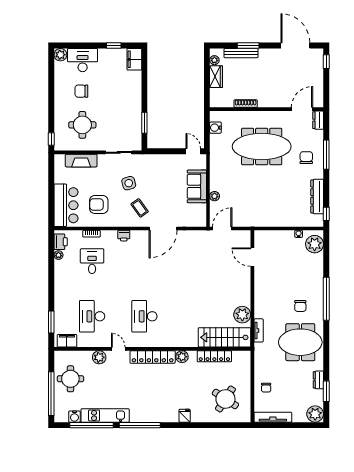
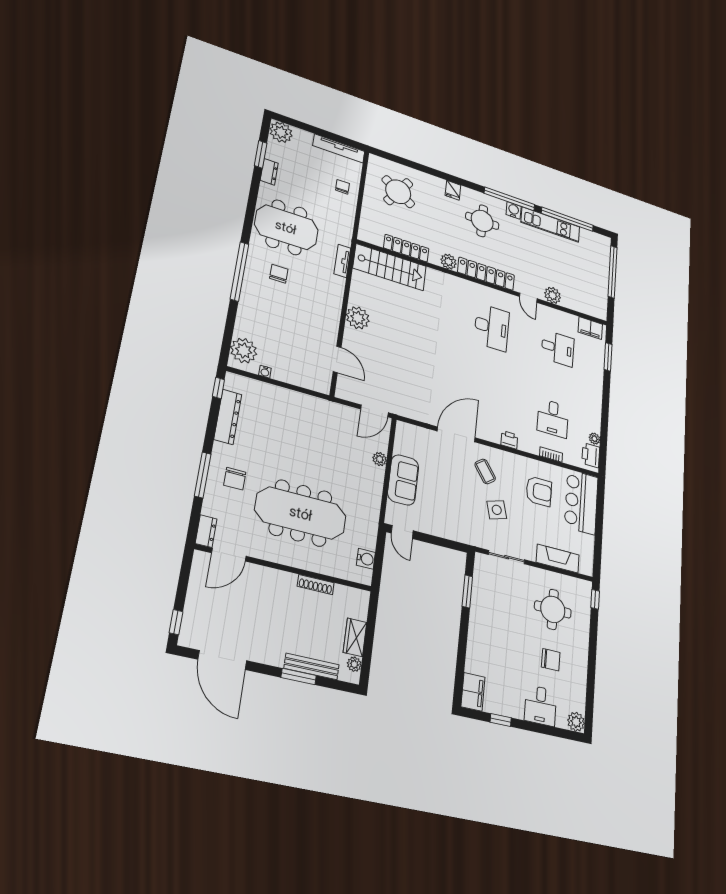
desk: (83, 60) -> (540, 706), width x0.73
plant: (242, 315) -> (358, 318), moved
desk: (92, 316) -> (558, 348), width x0.73
round table: (70, 379) -> (482, 221), moved
water cooler: (74, 417) -> (514, 210), moved

